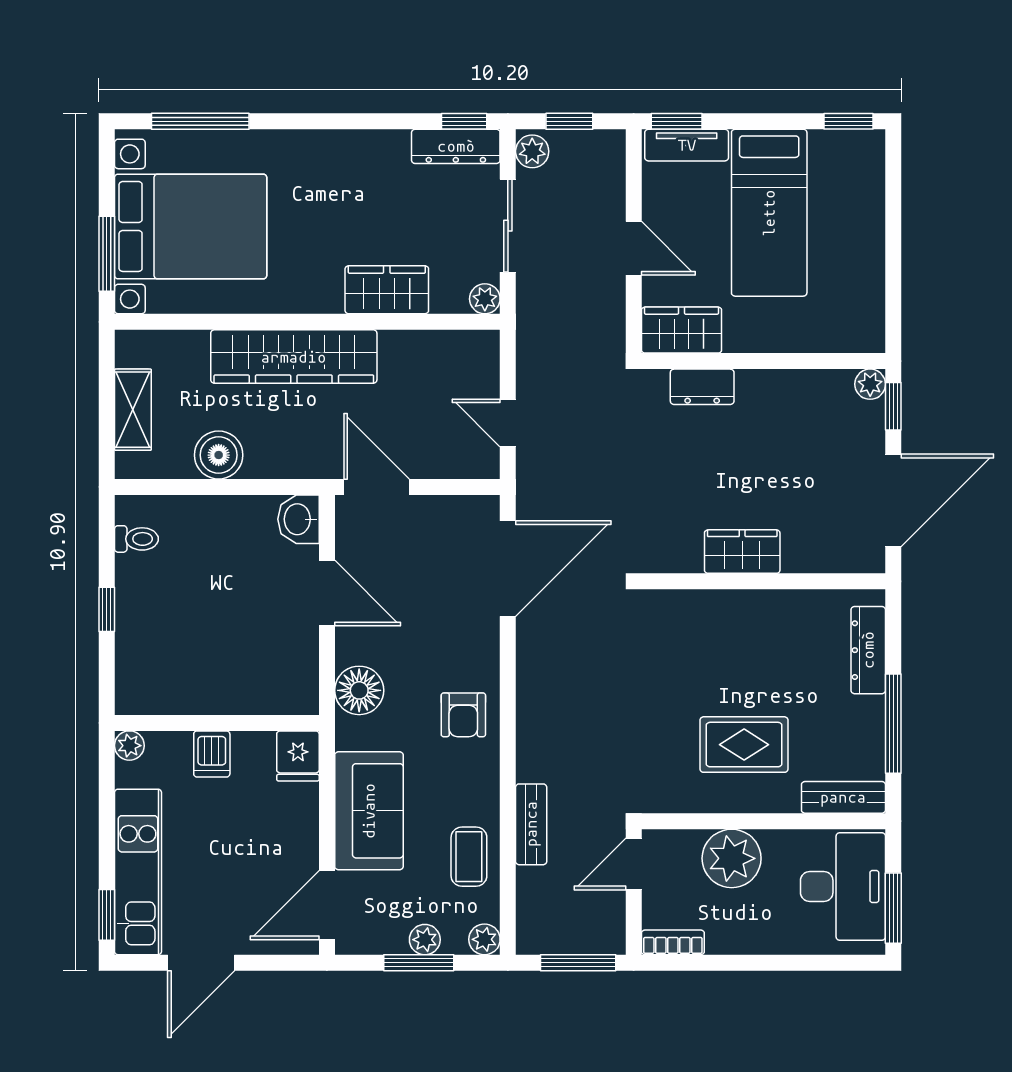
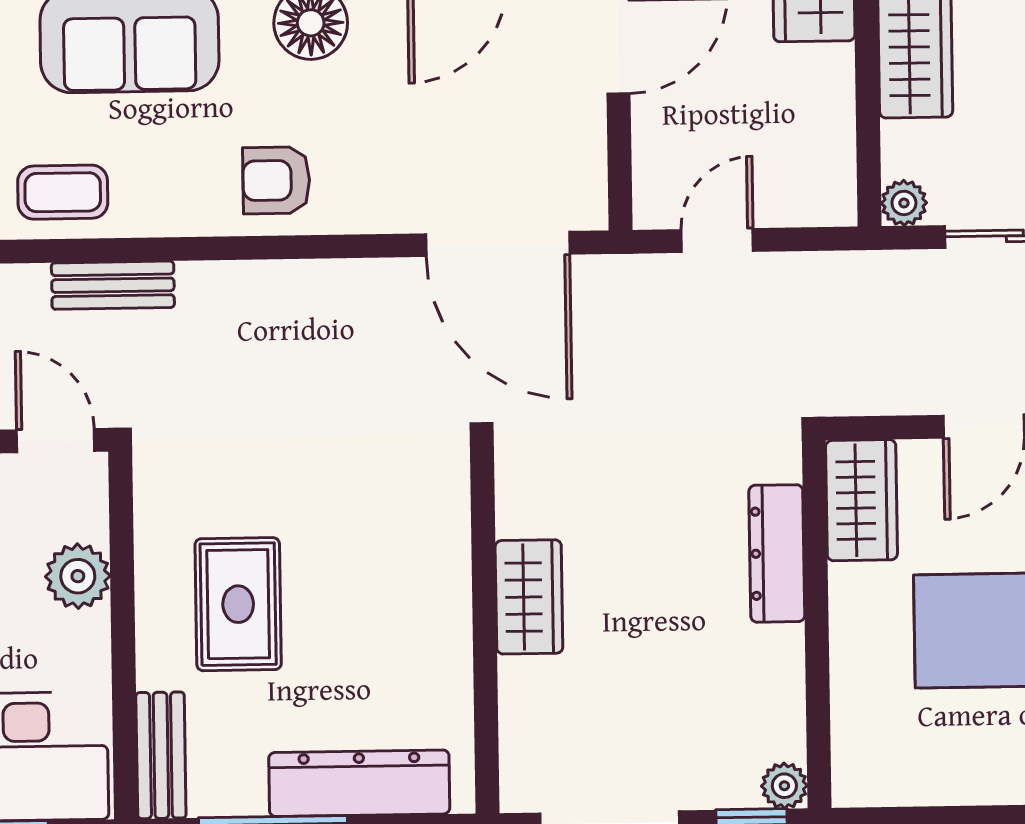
dresser: (702, 387) -> (777, 553), width x1.44
dresser: (868, 650) -> (359, 783), width x1.37, depth x1.24
plant: (732, 858) -> (78, 576), width x0.73, depth x0.73

